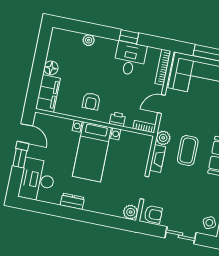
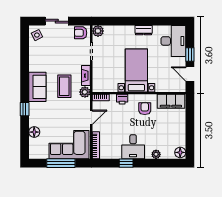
desk: (130, 59) -> (133, 147), moved
floor lamp: (51, 68) -> (180, 152), moved
filing cabinet: (48, 94) -> (171, 101), moved, turned -90

